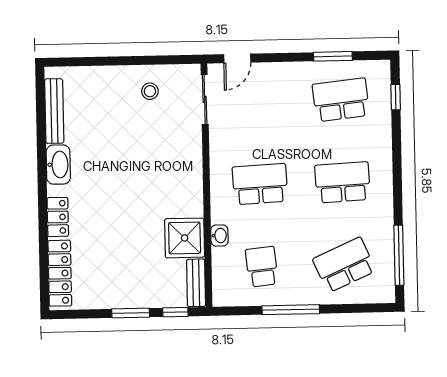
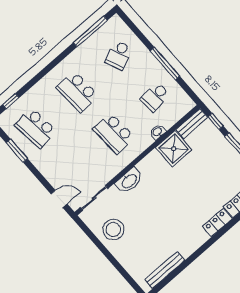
stool: (150, 91) -> (113, 229), width x1.89, depth x1.89
washbasin: (58, 165) -> (129, 181), moved, turned 180
school desk: (344, 265) -> (119, 55), width x0.54

